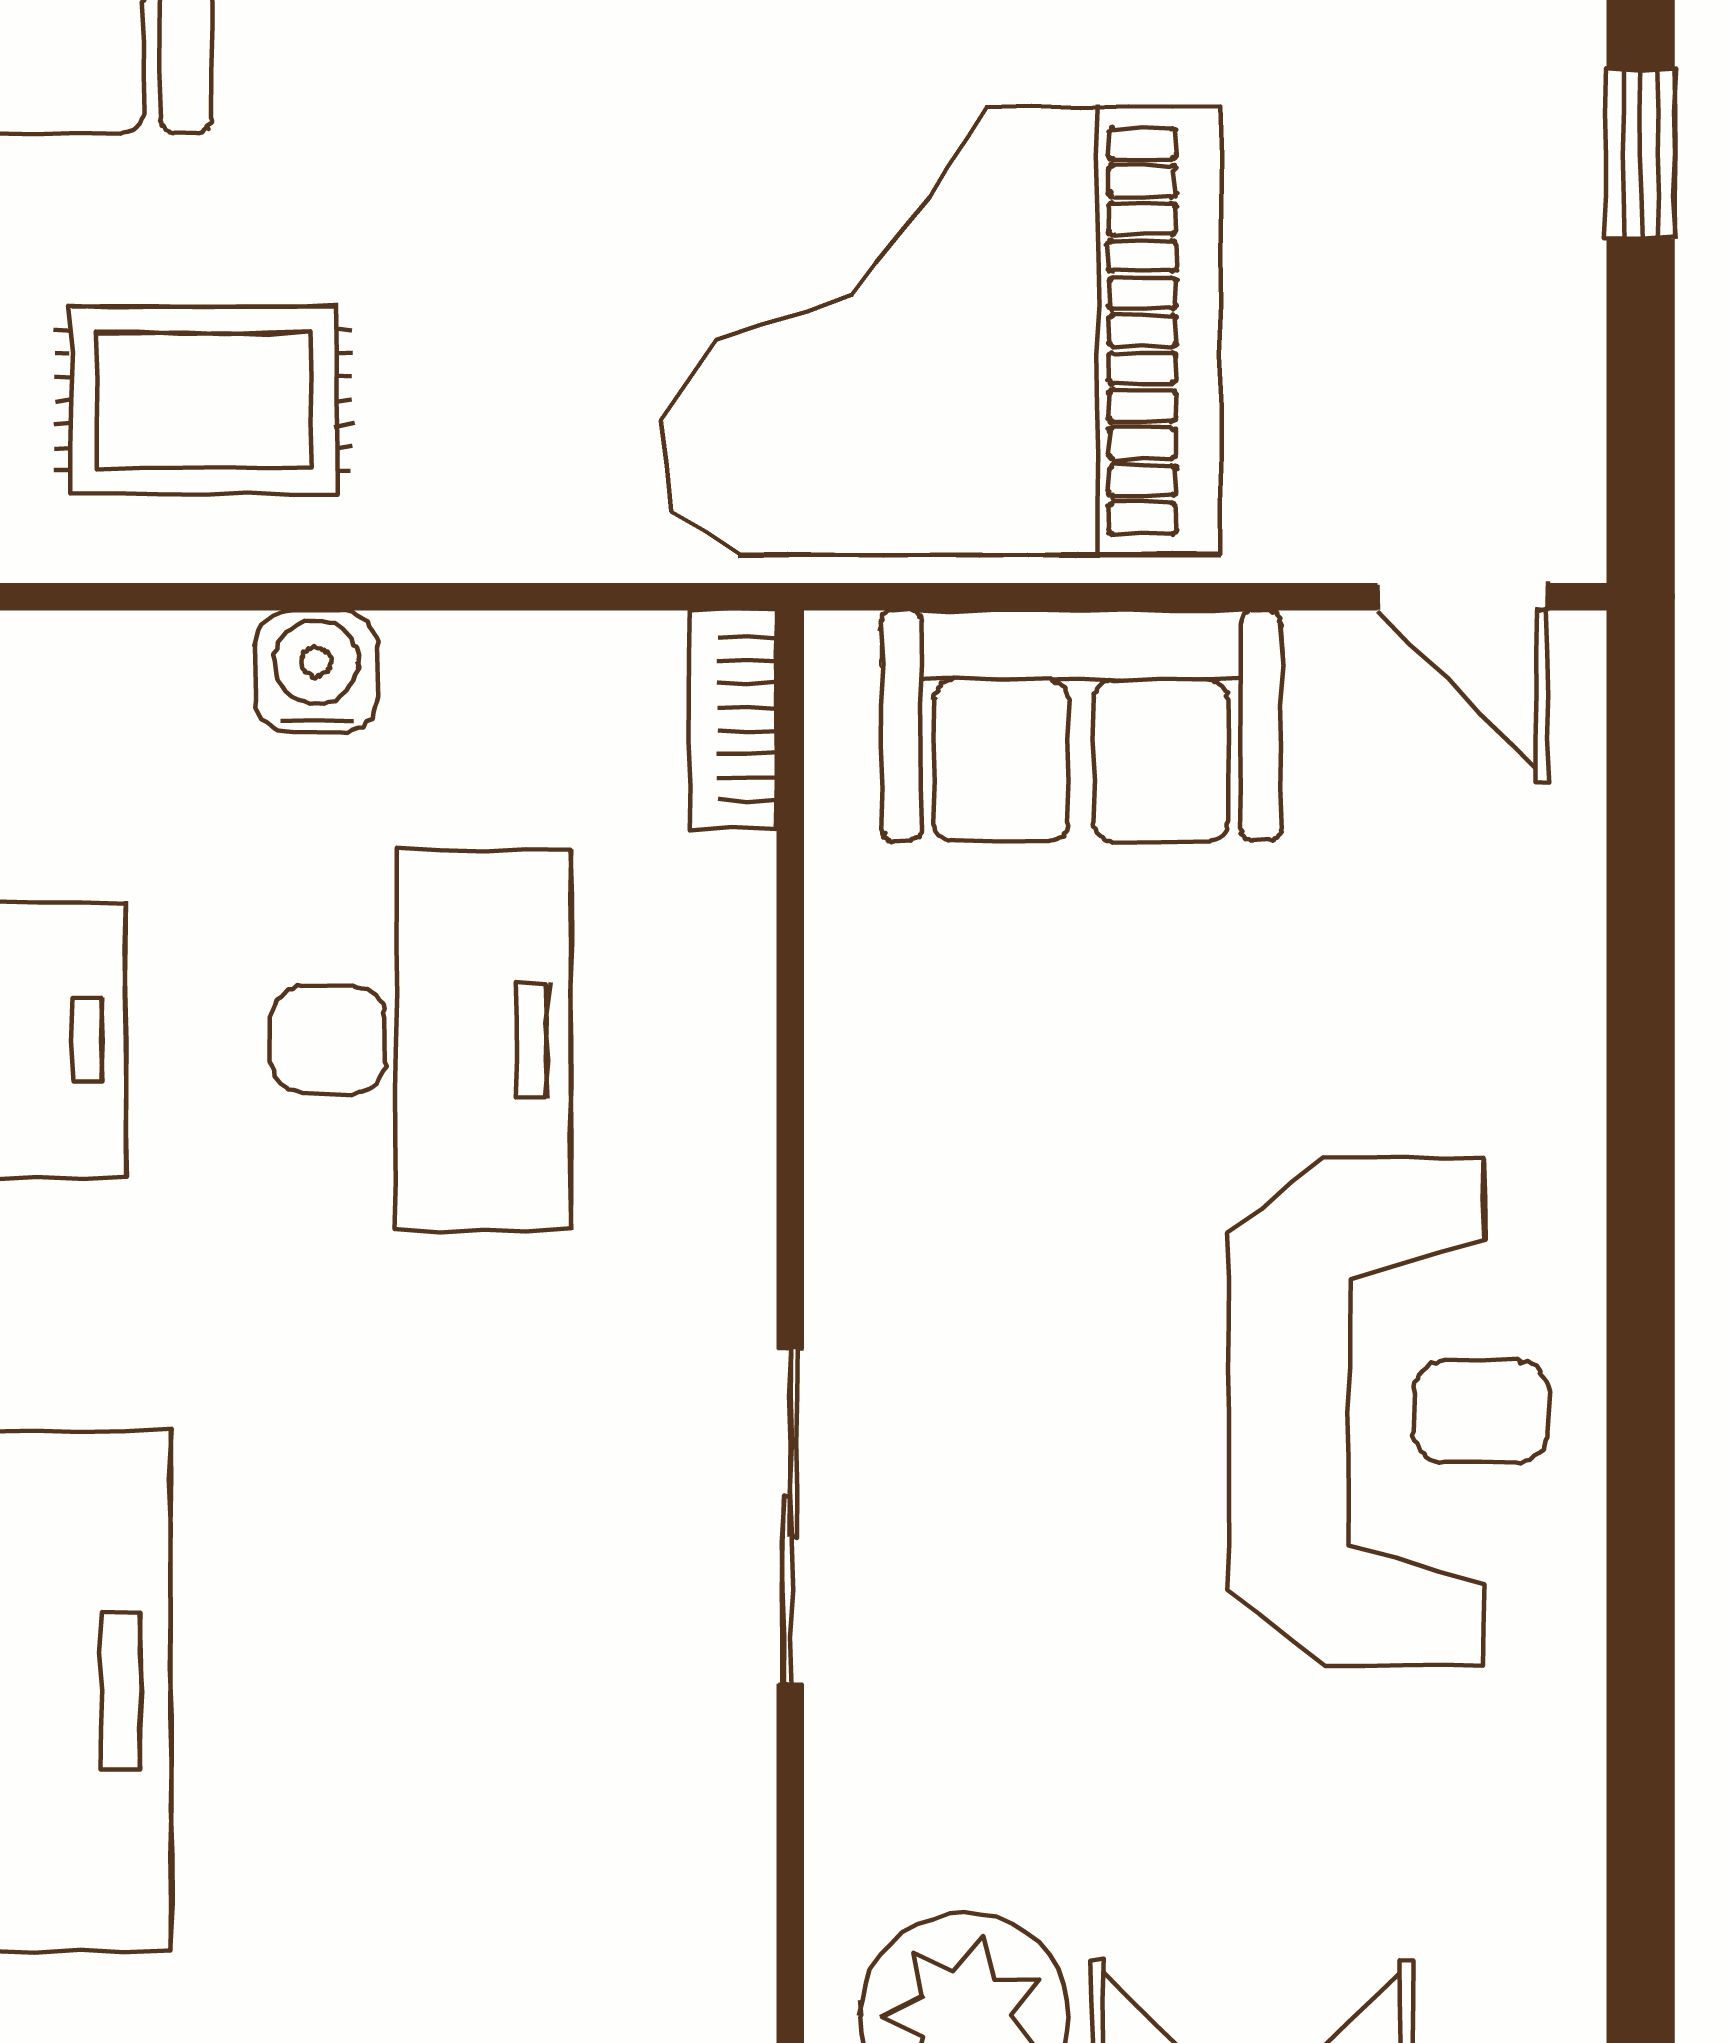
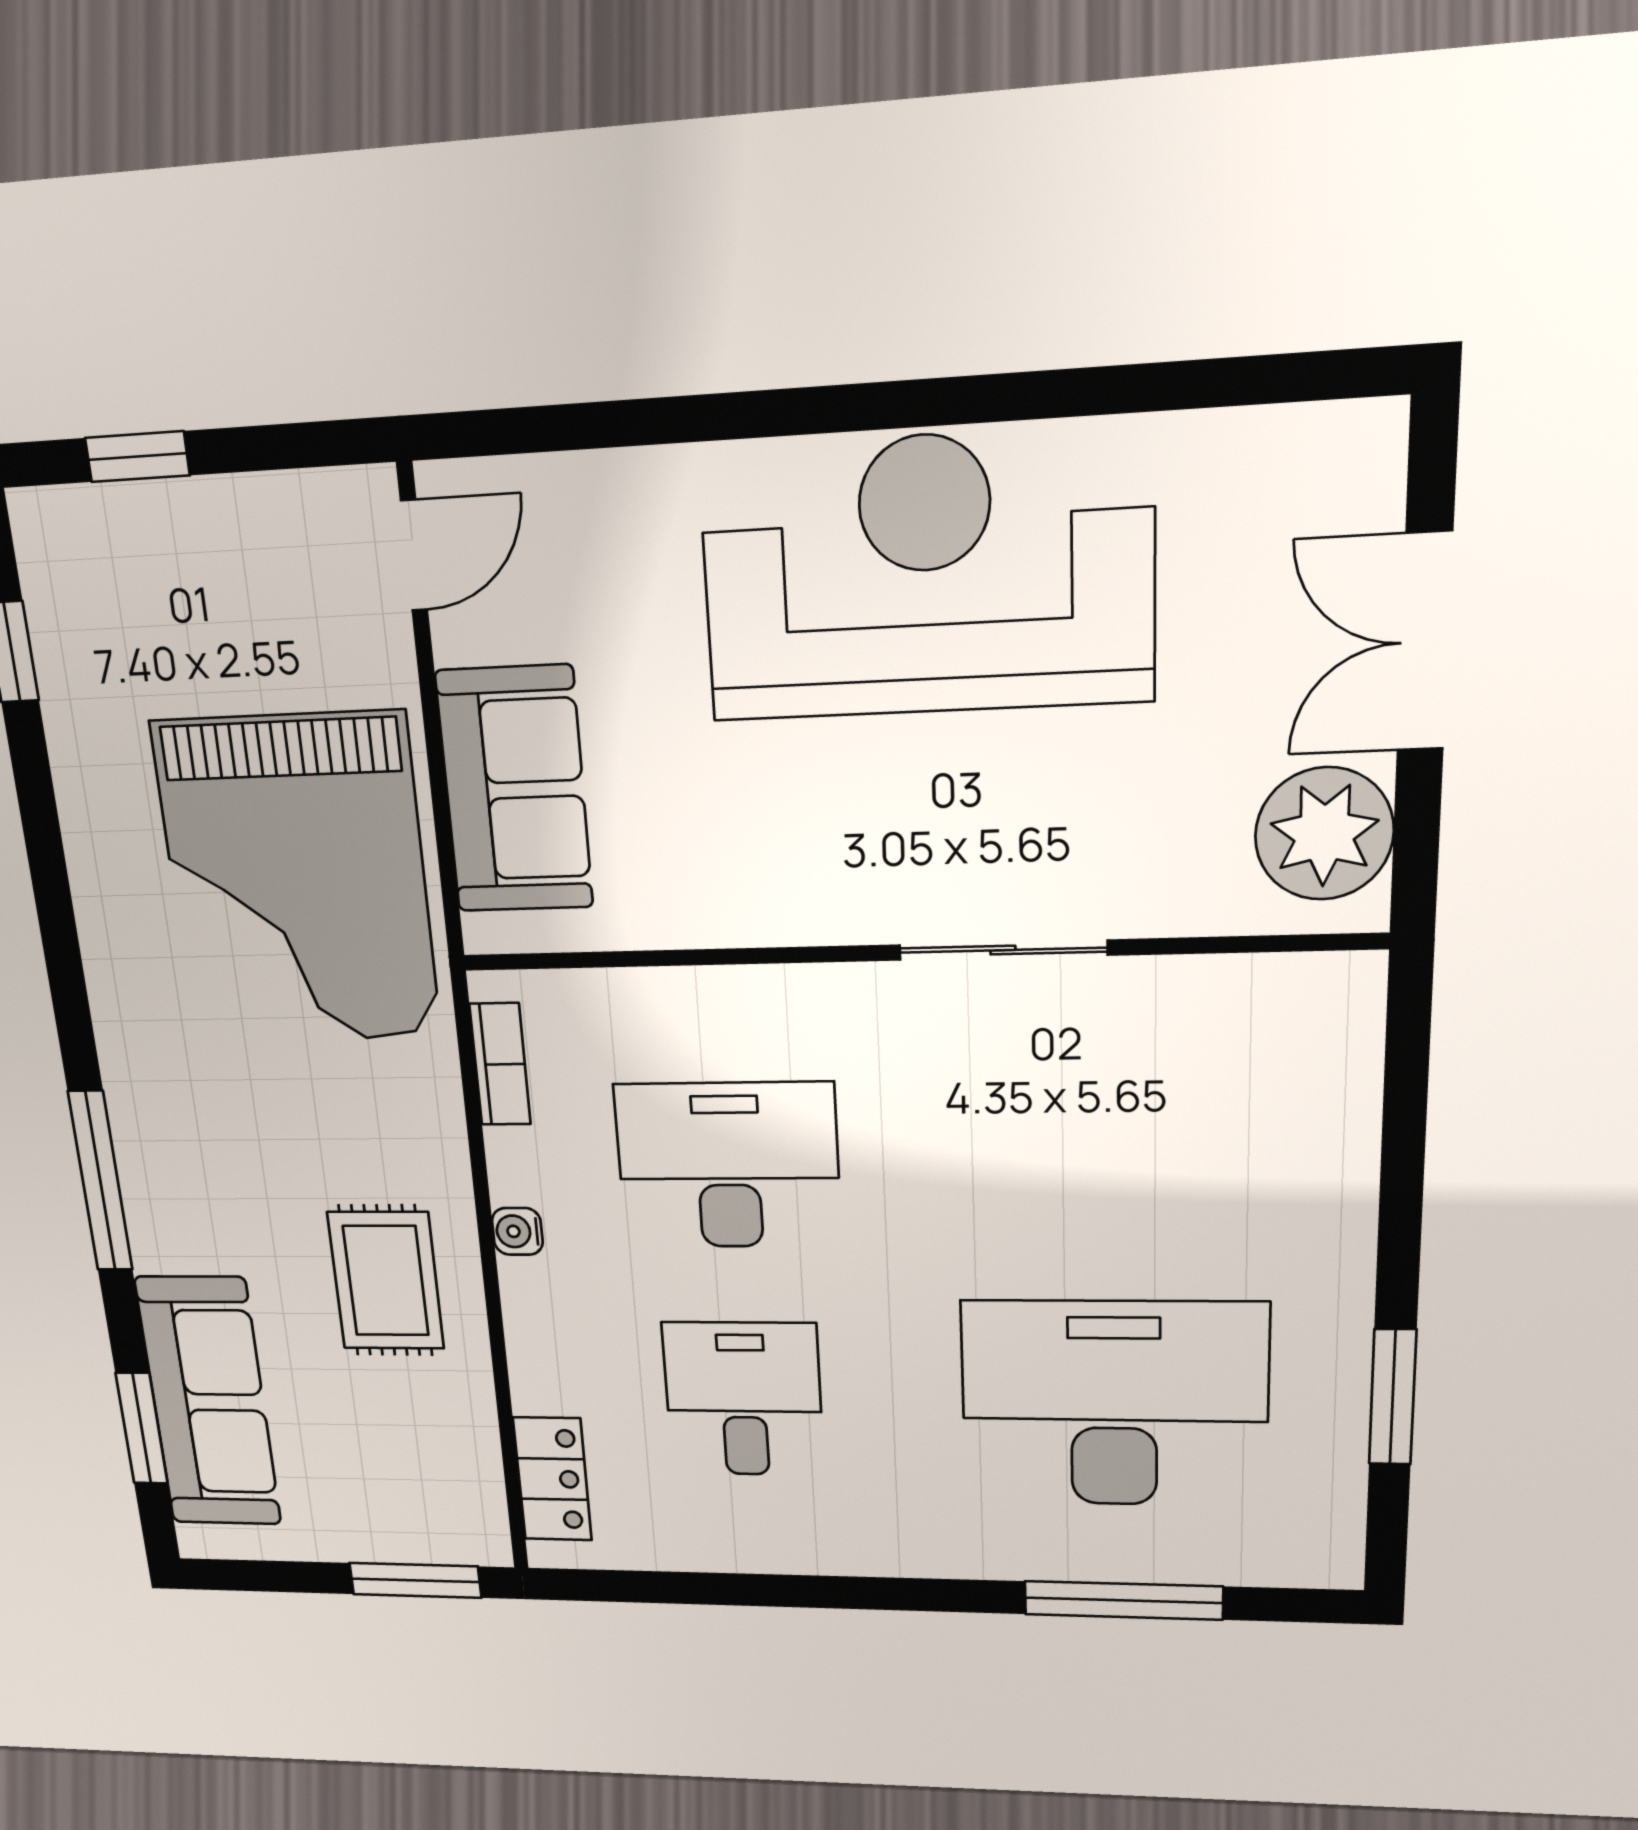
water cooler: (316, 672) -> (517, 1231), width x0.72, depth x0.72
bookcase: (733, 719) -> (500, 1064), moved, turned -90
reception desk: (1388, 1412) -> (927, 576), width x1.36, depth x1.30

